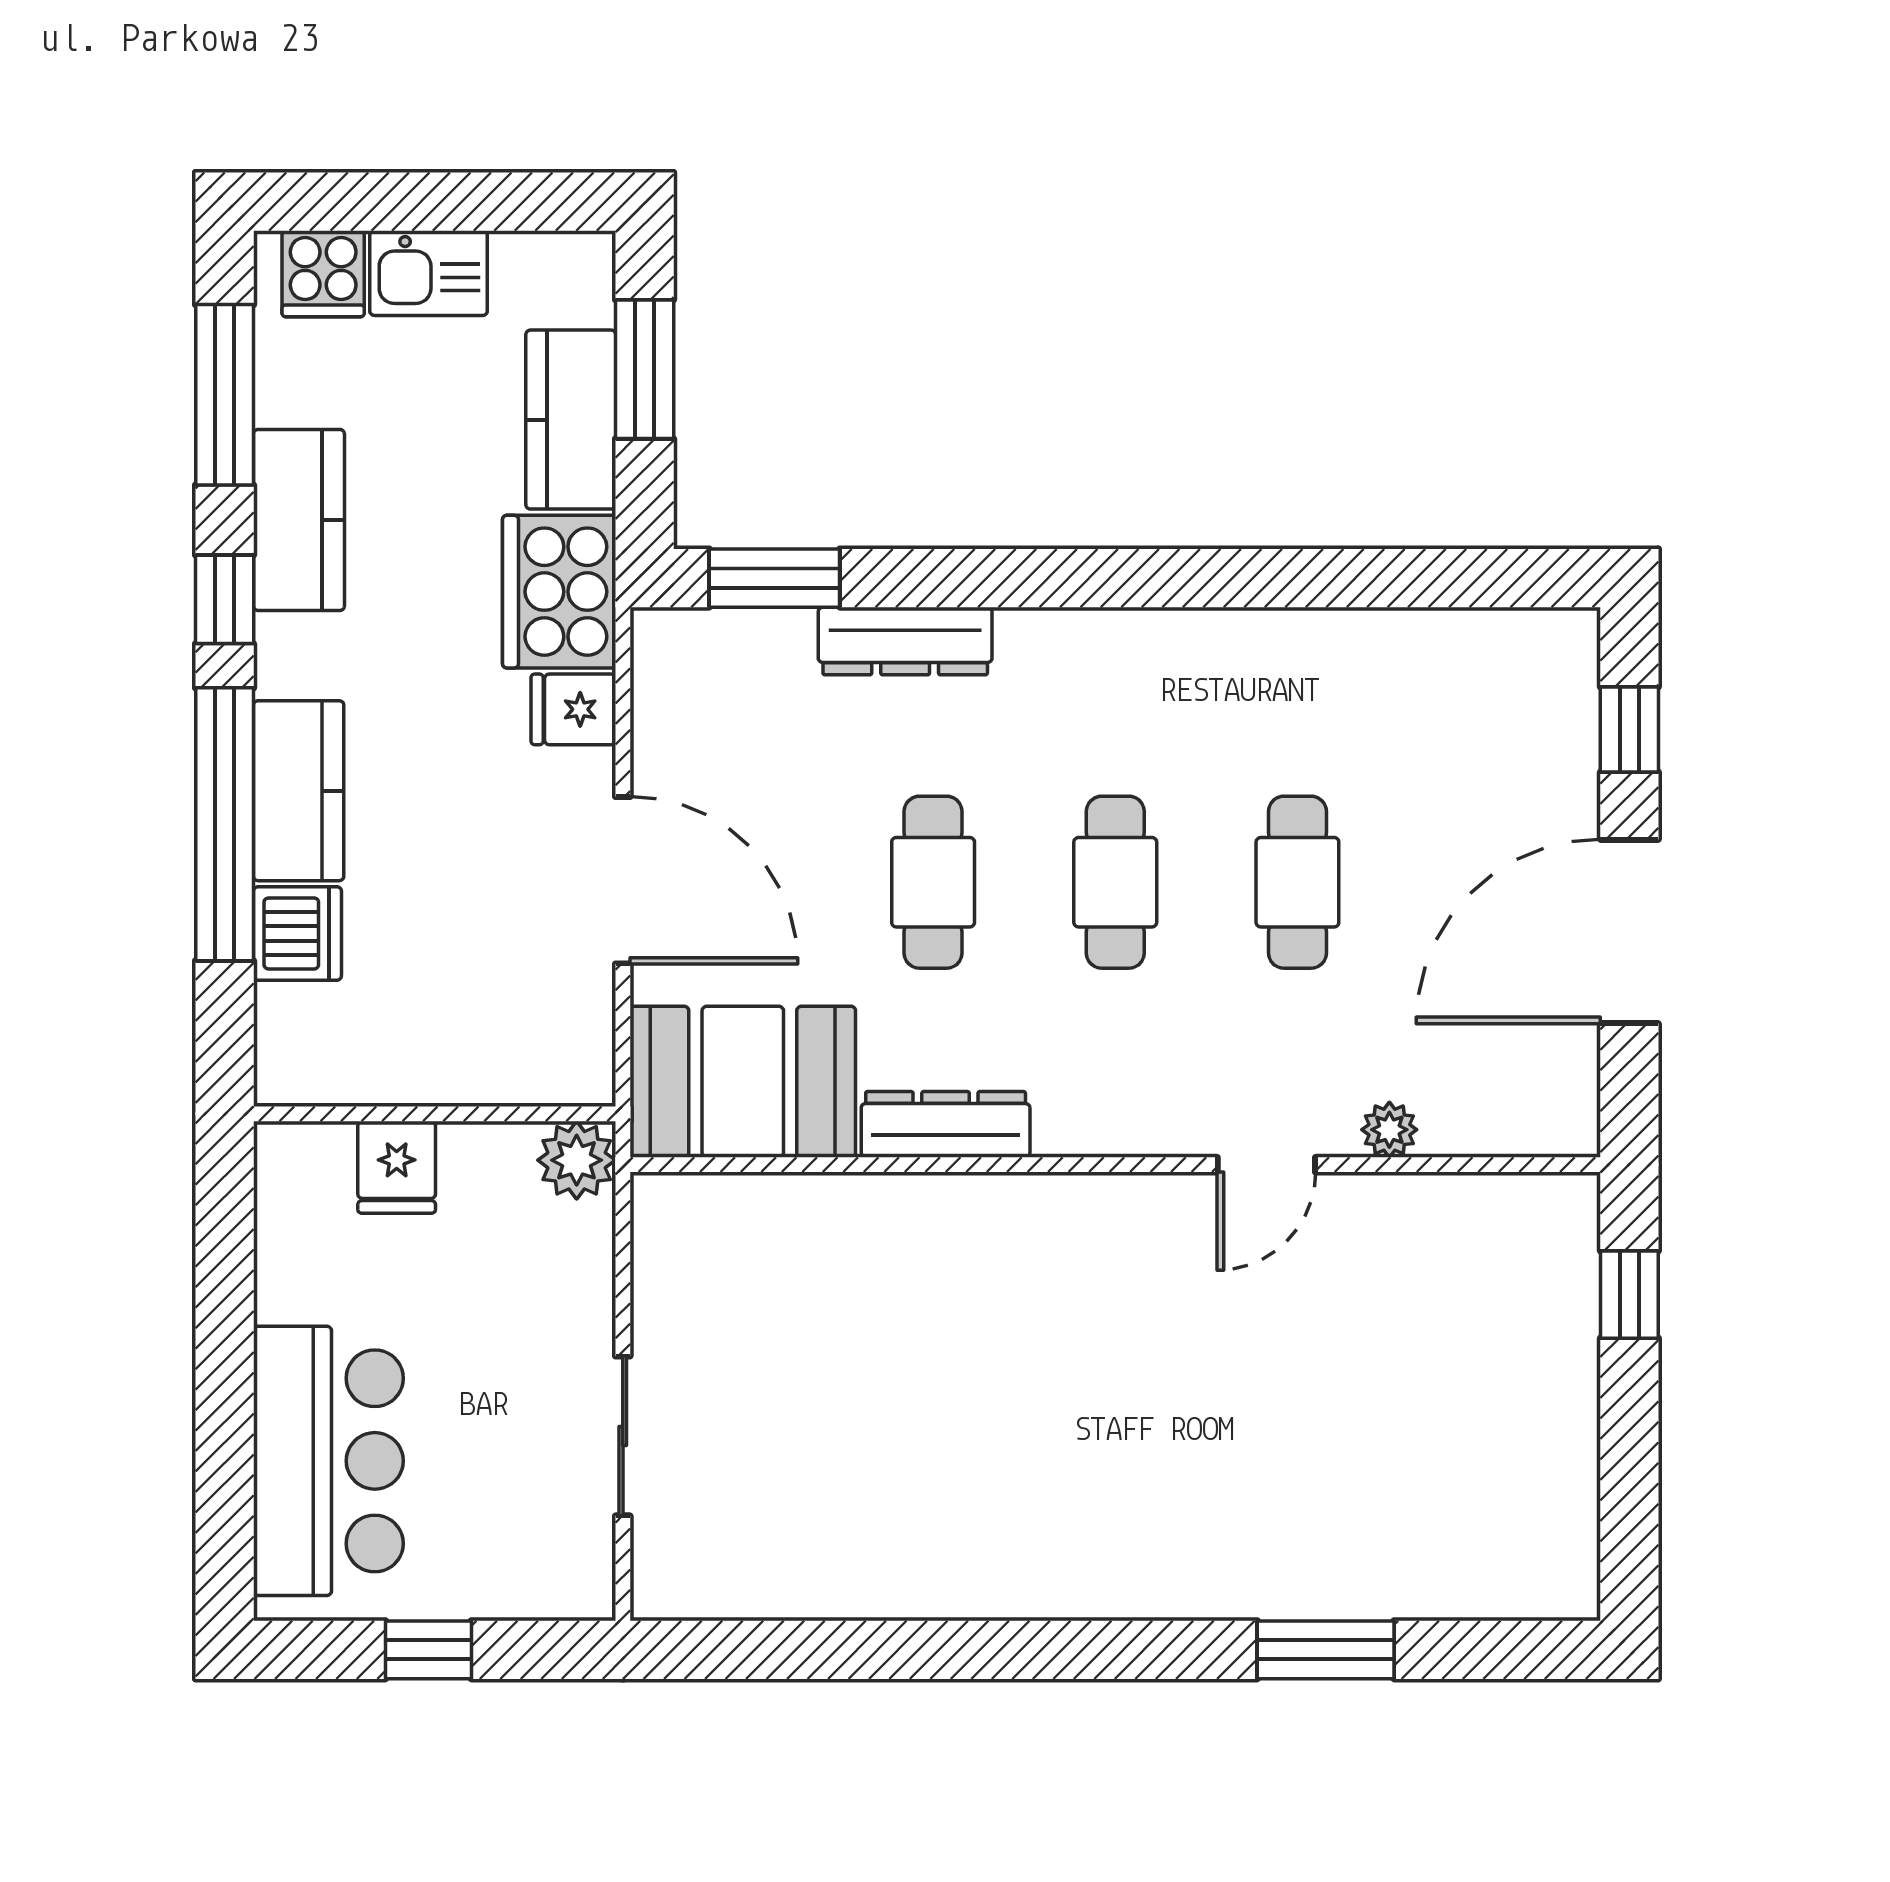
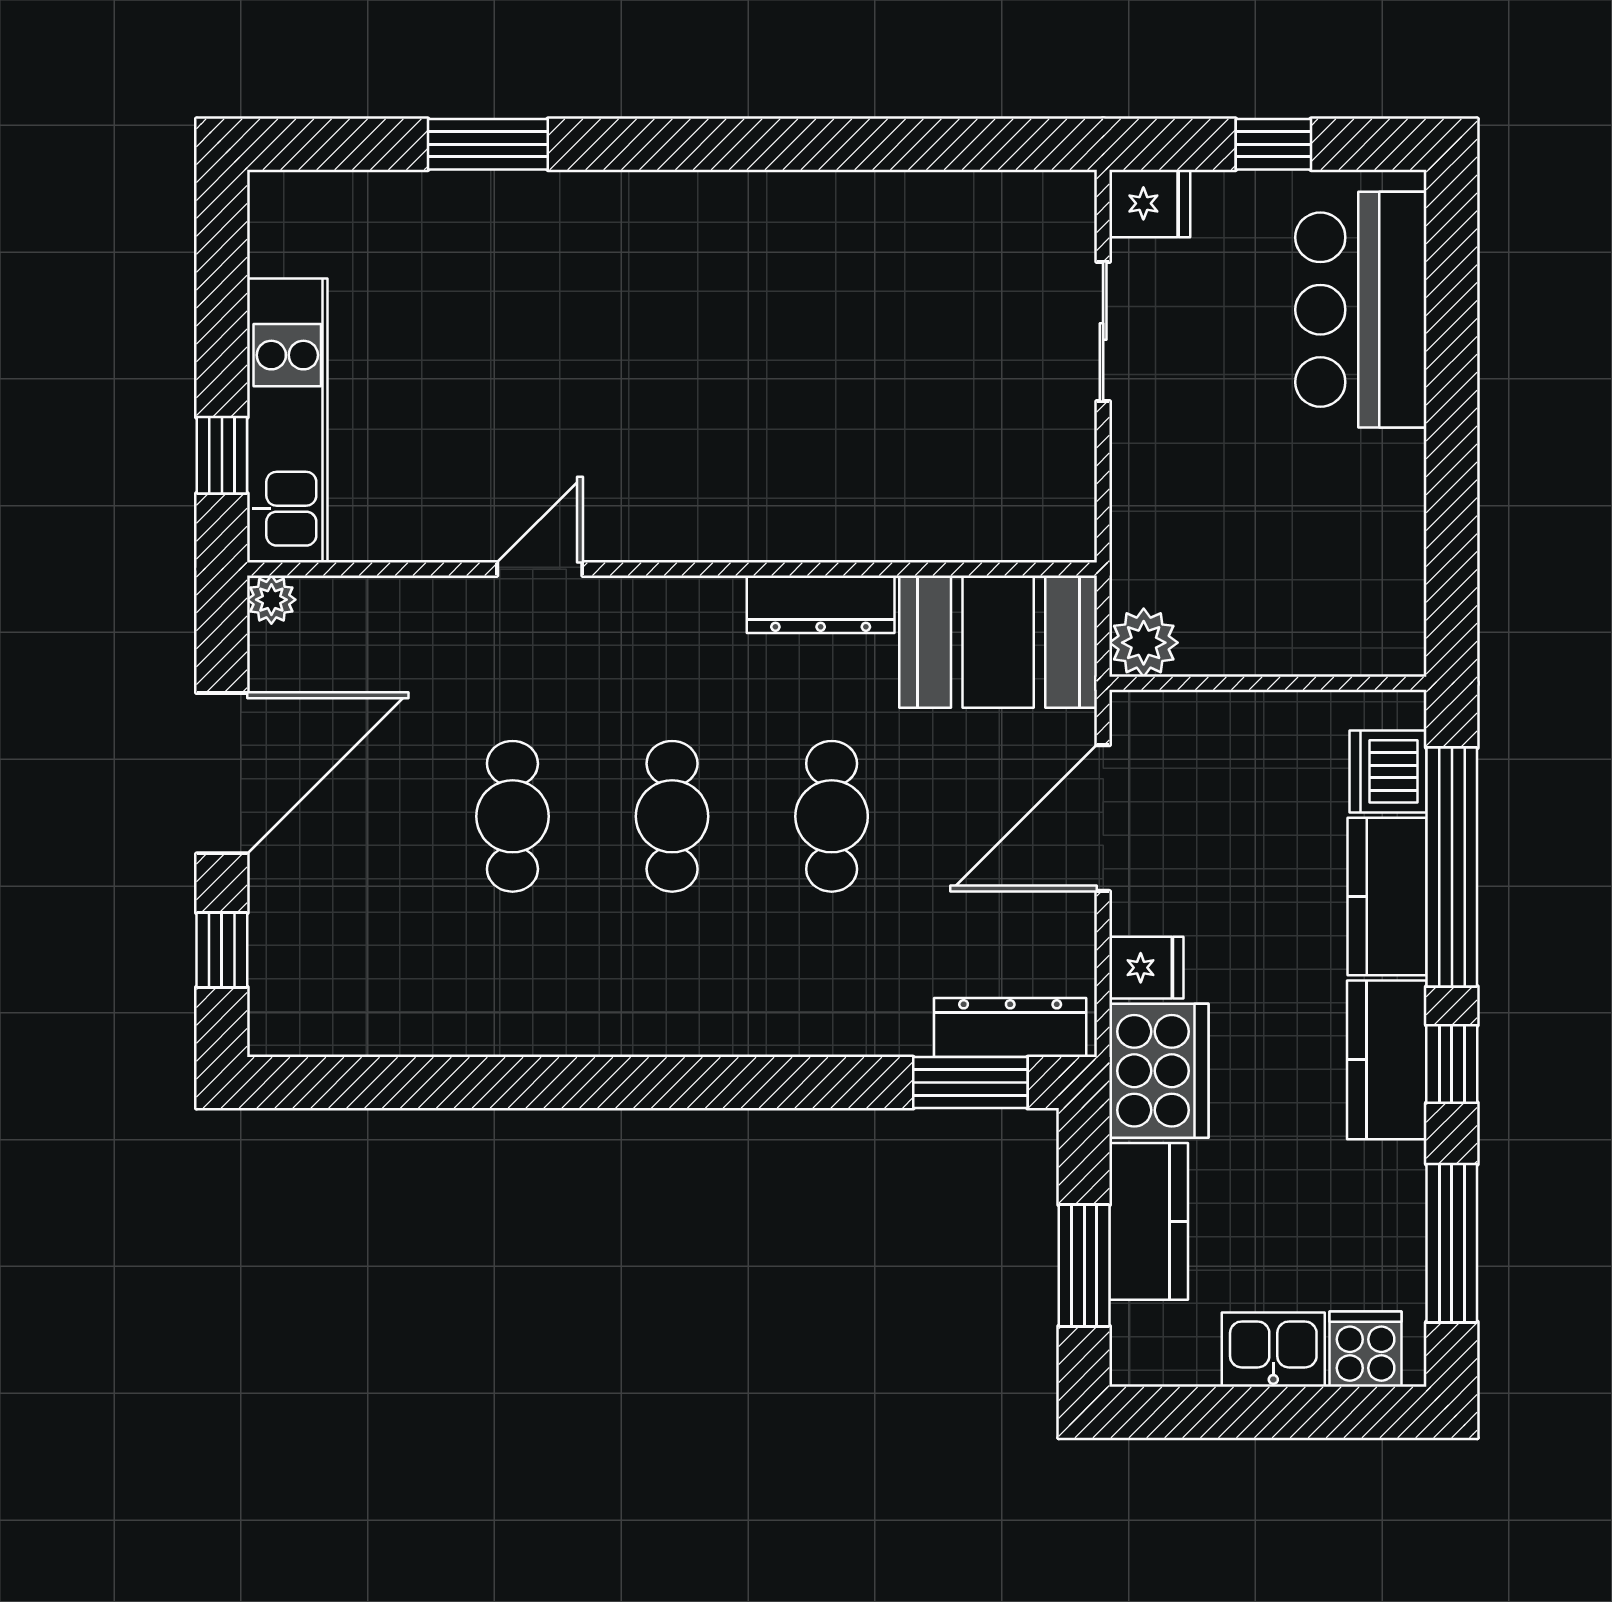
kitchen counter: (299, 520) -> (1387, 1060), moved
dresser: (905, 641) -> (1010, 1028), moved
door: (623, 880) -> (1103, 818), hinge flipped
wall: (435, 1114) -> (1268, 683), moved
plant: (1389, 1130) -> (271, 600), moved
plant: (577, 1160) -> (1144, 643), moved
fridge: (397, 1167) -> (1150, 203), moved, turned 90
kitchen unit: (1555, 1334) -> (287, 420), added

